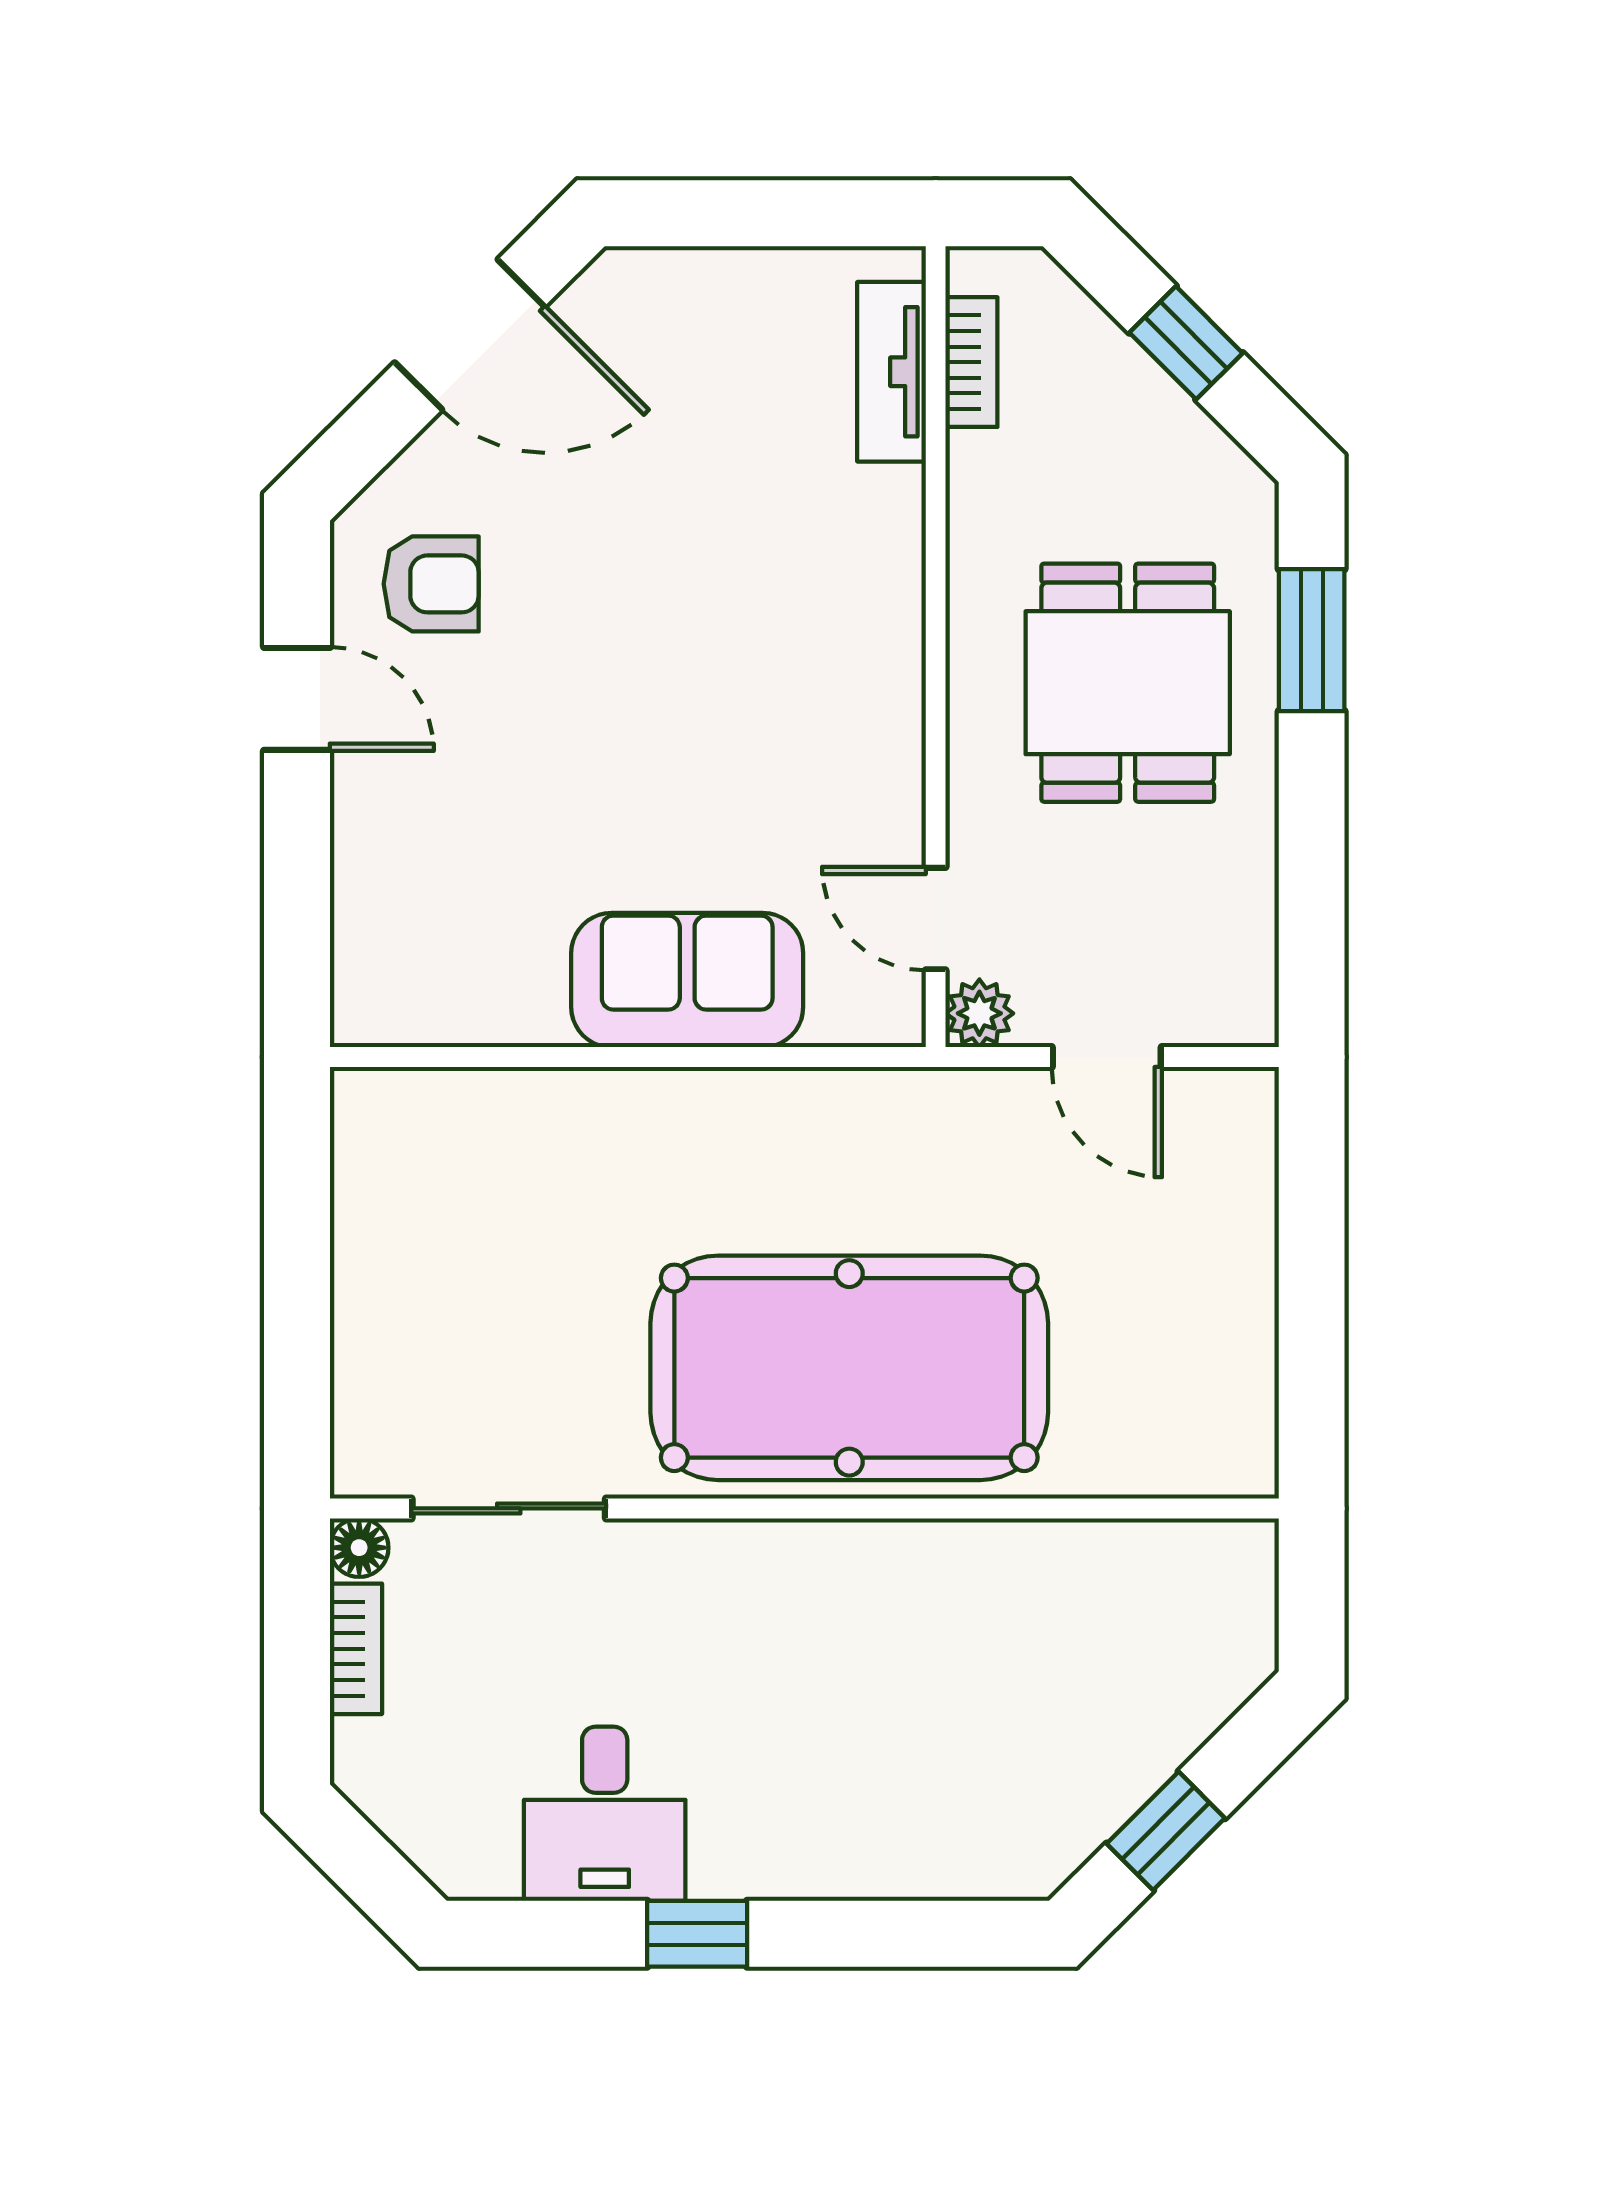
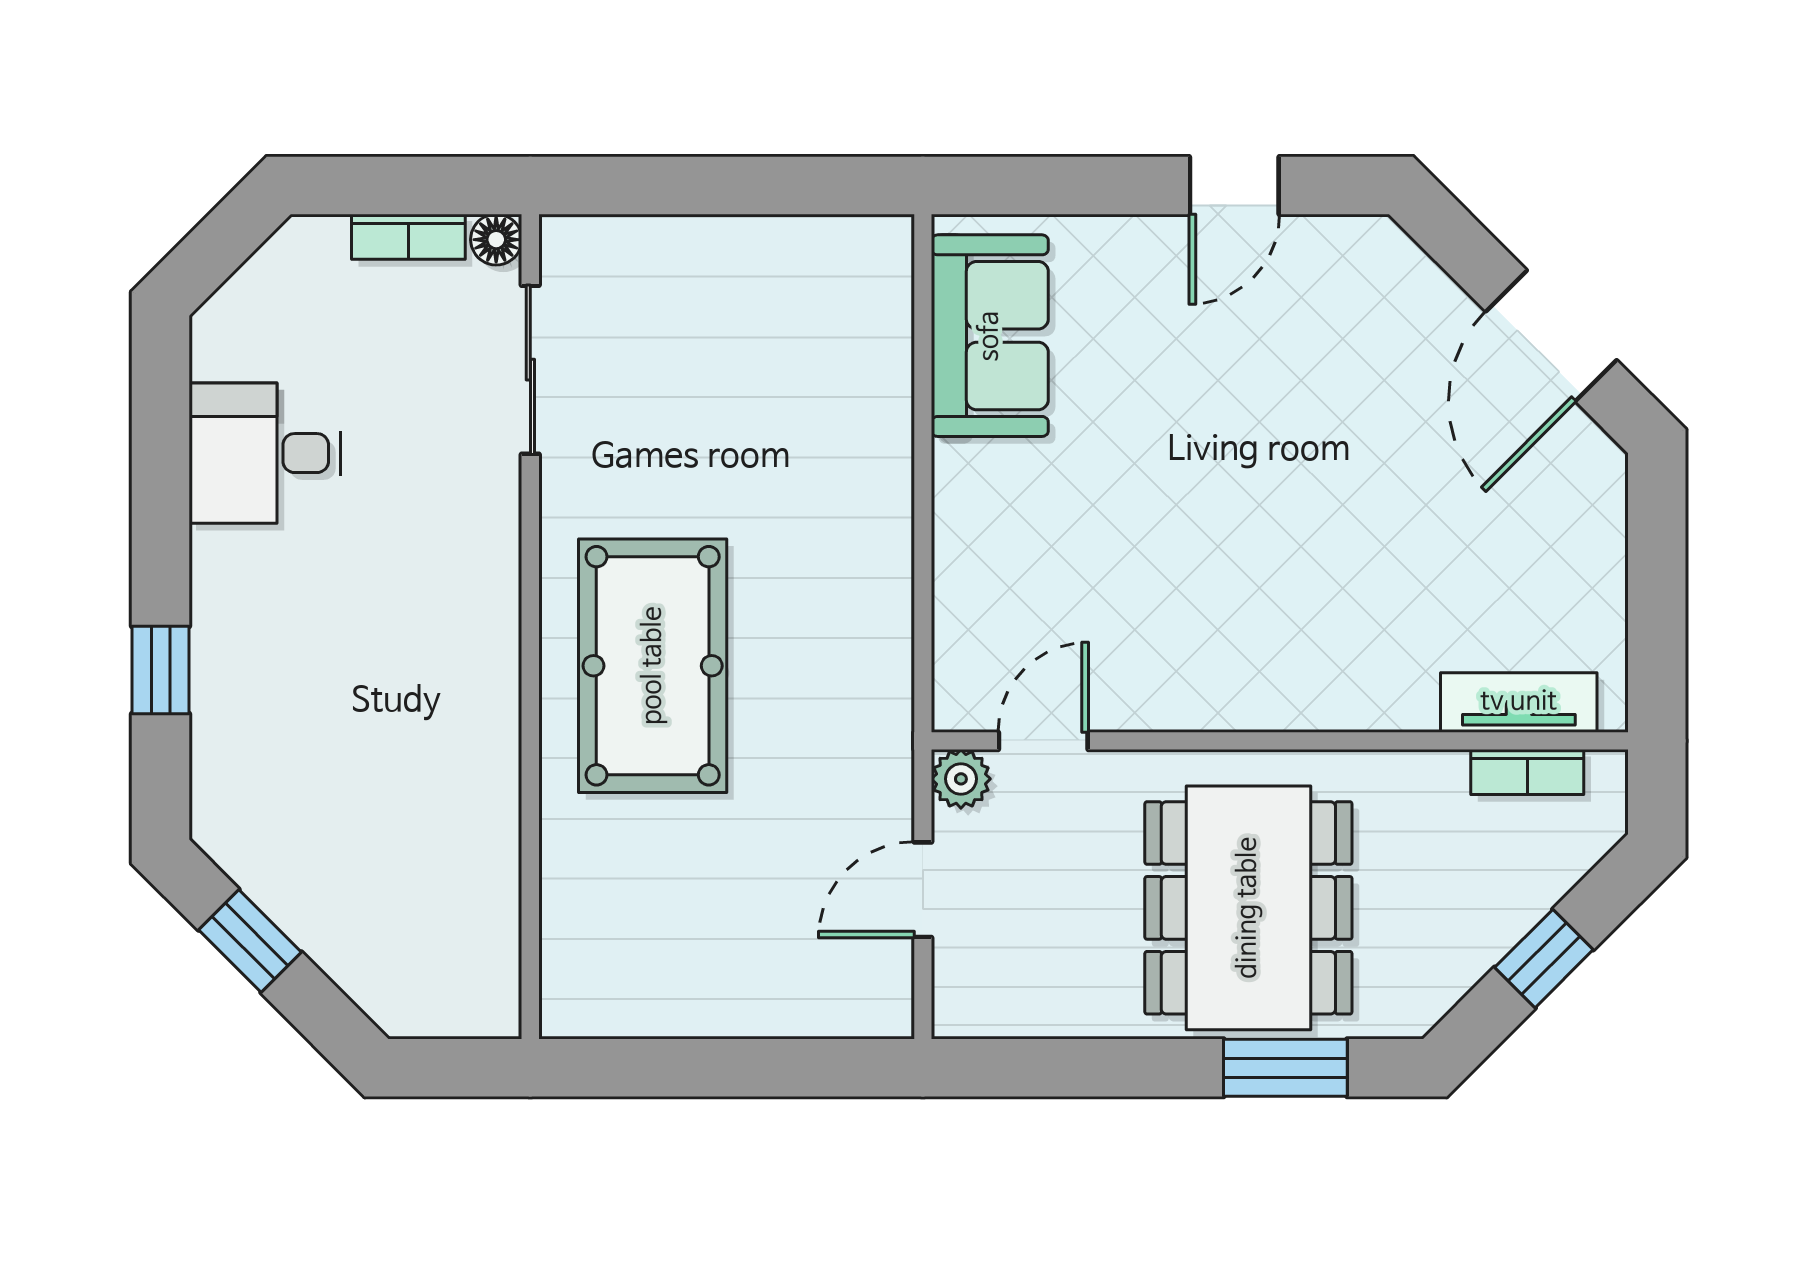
armchair: (431, 584) -> (1334, 302), removed
dining table: (1128, 683) -> (1248, 908), width x1.38
sofa: (687, 980) -> (990, 336), moved
pool table: (849, 1368) -> (653, 666), width x0.73, depth x0.76
window: (697, 1934) -> (161, 670), moved

